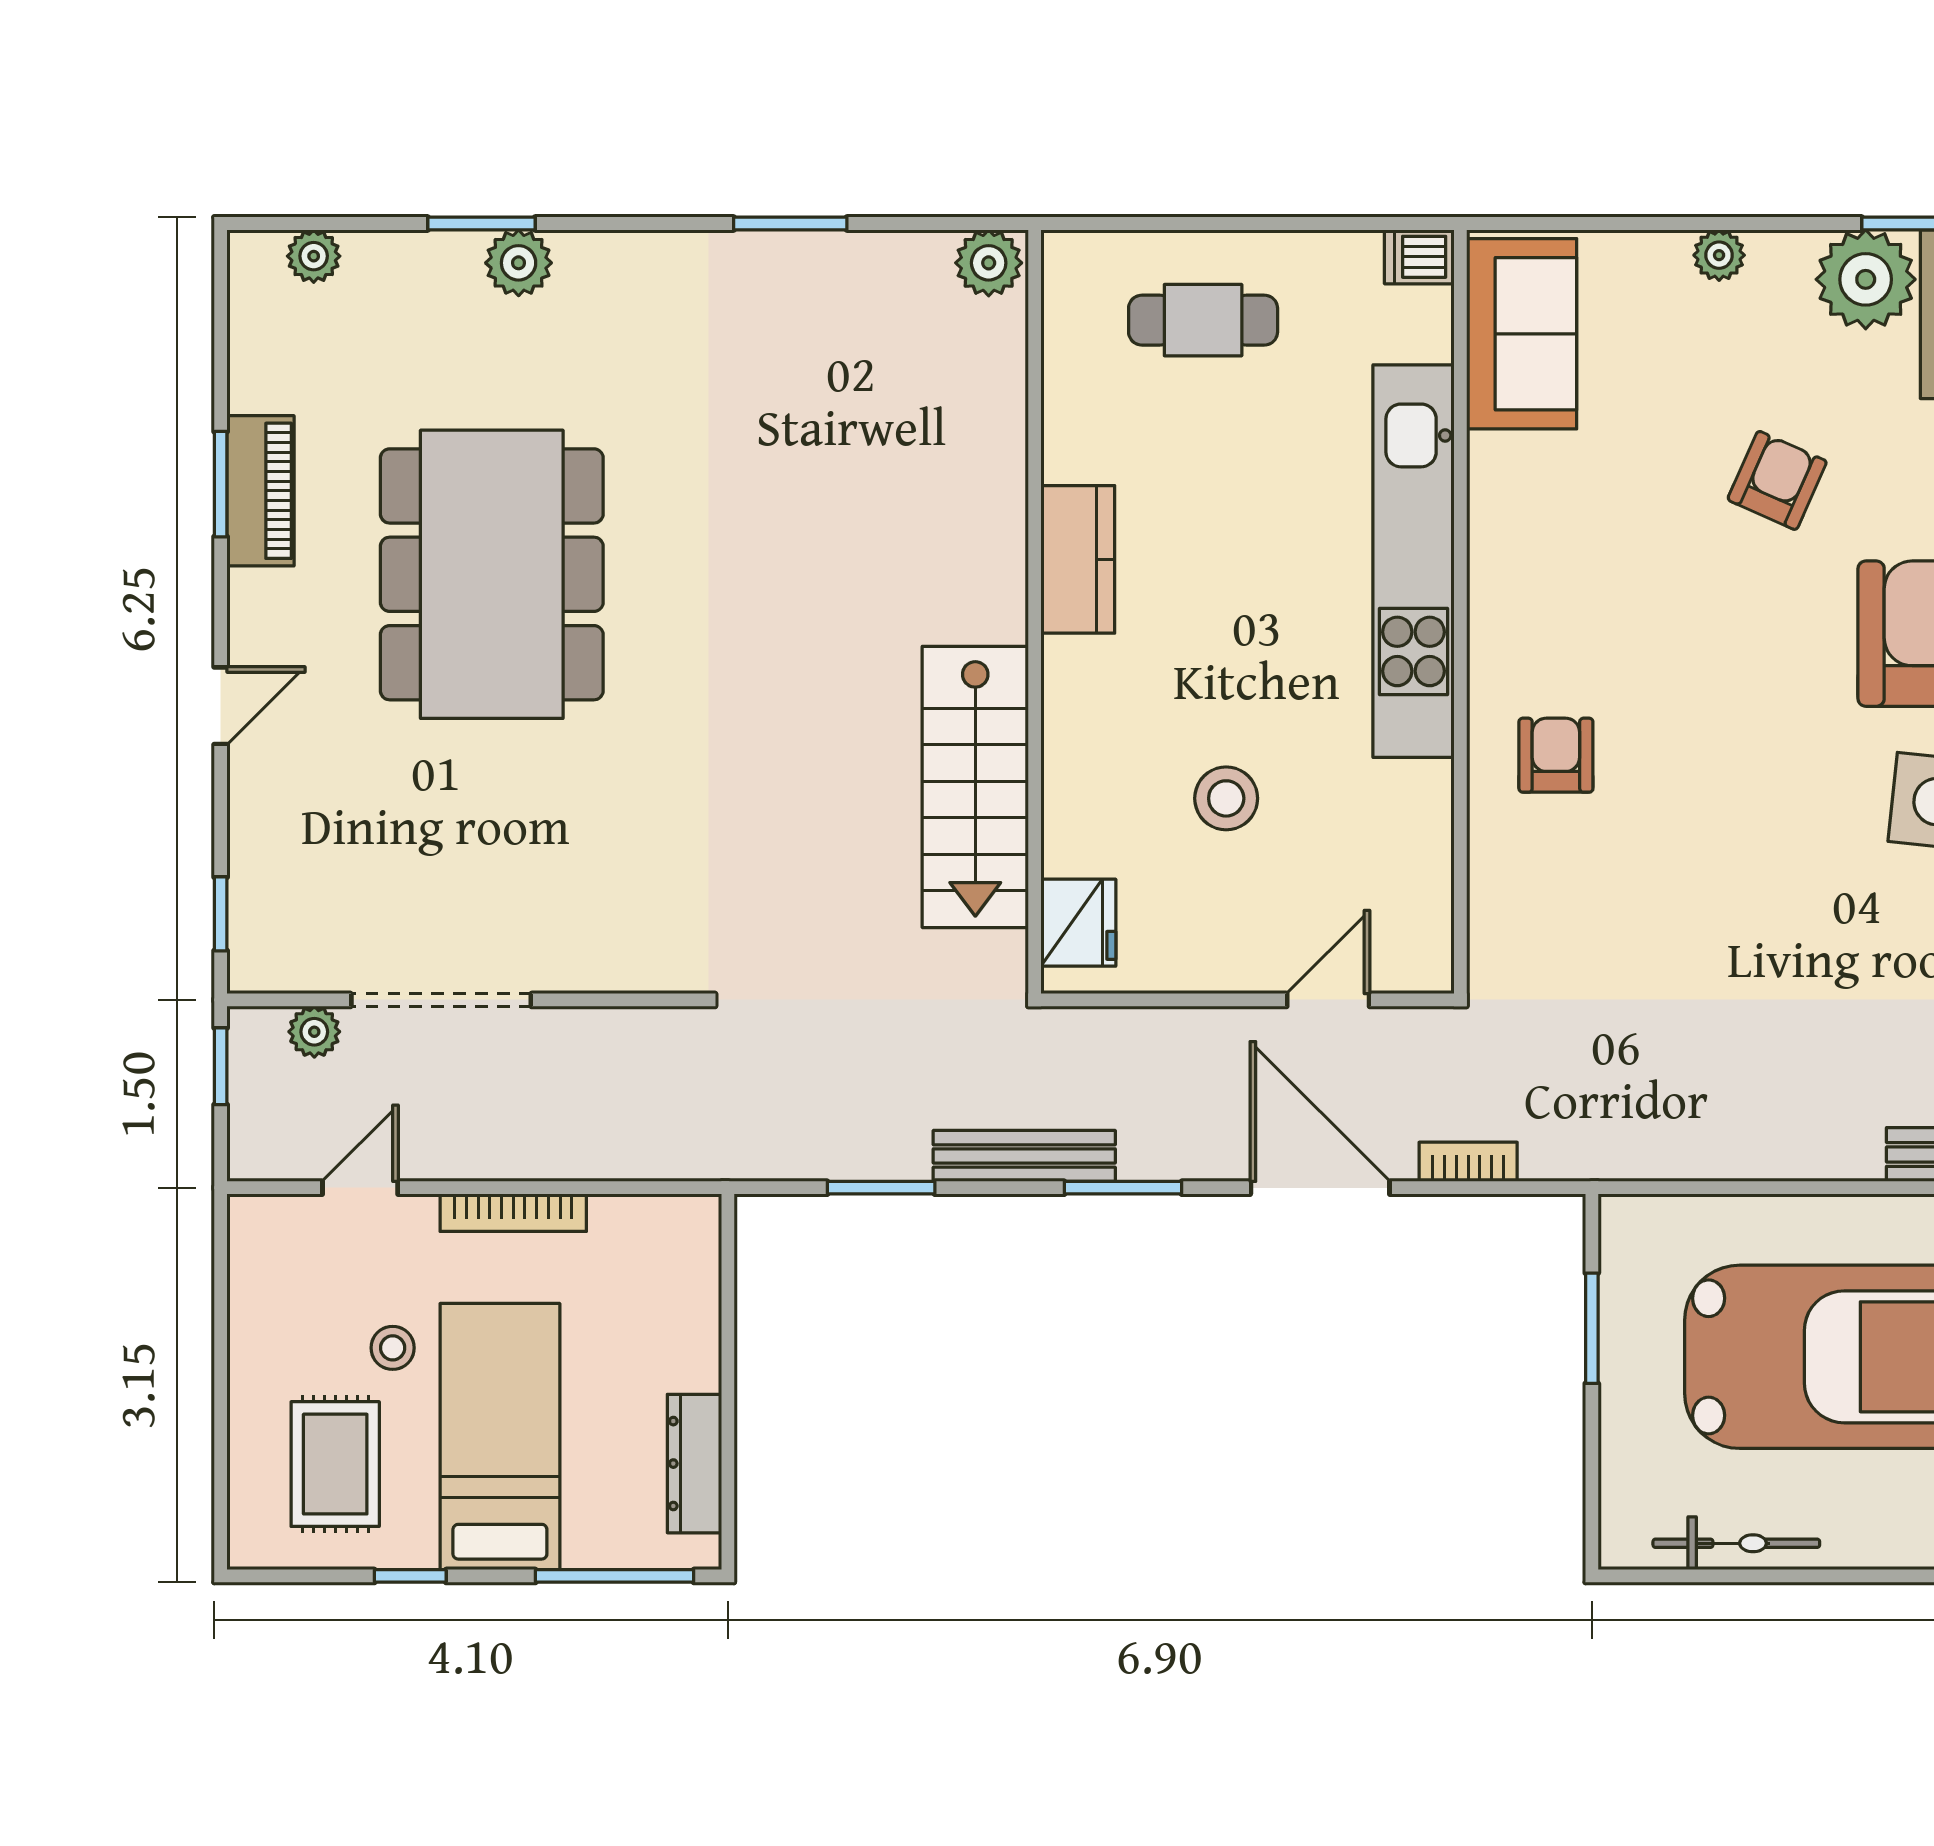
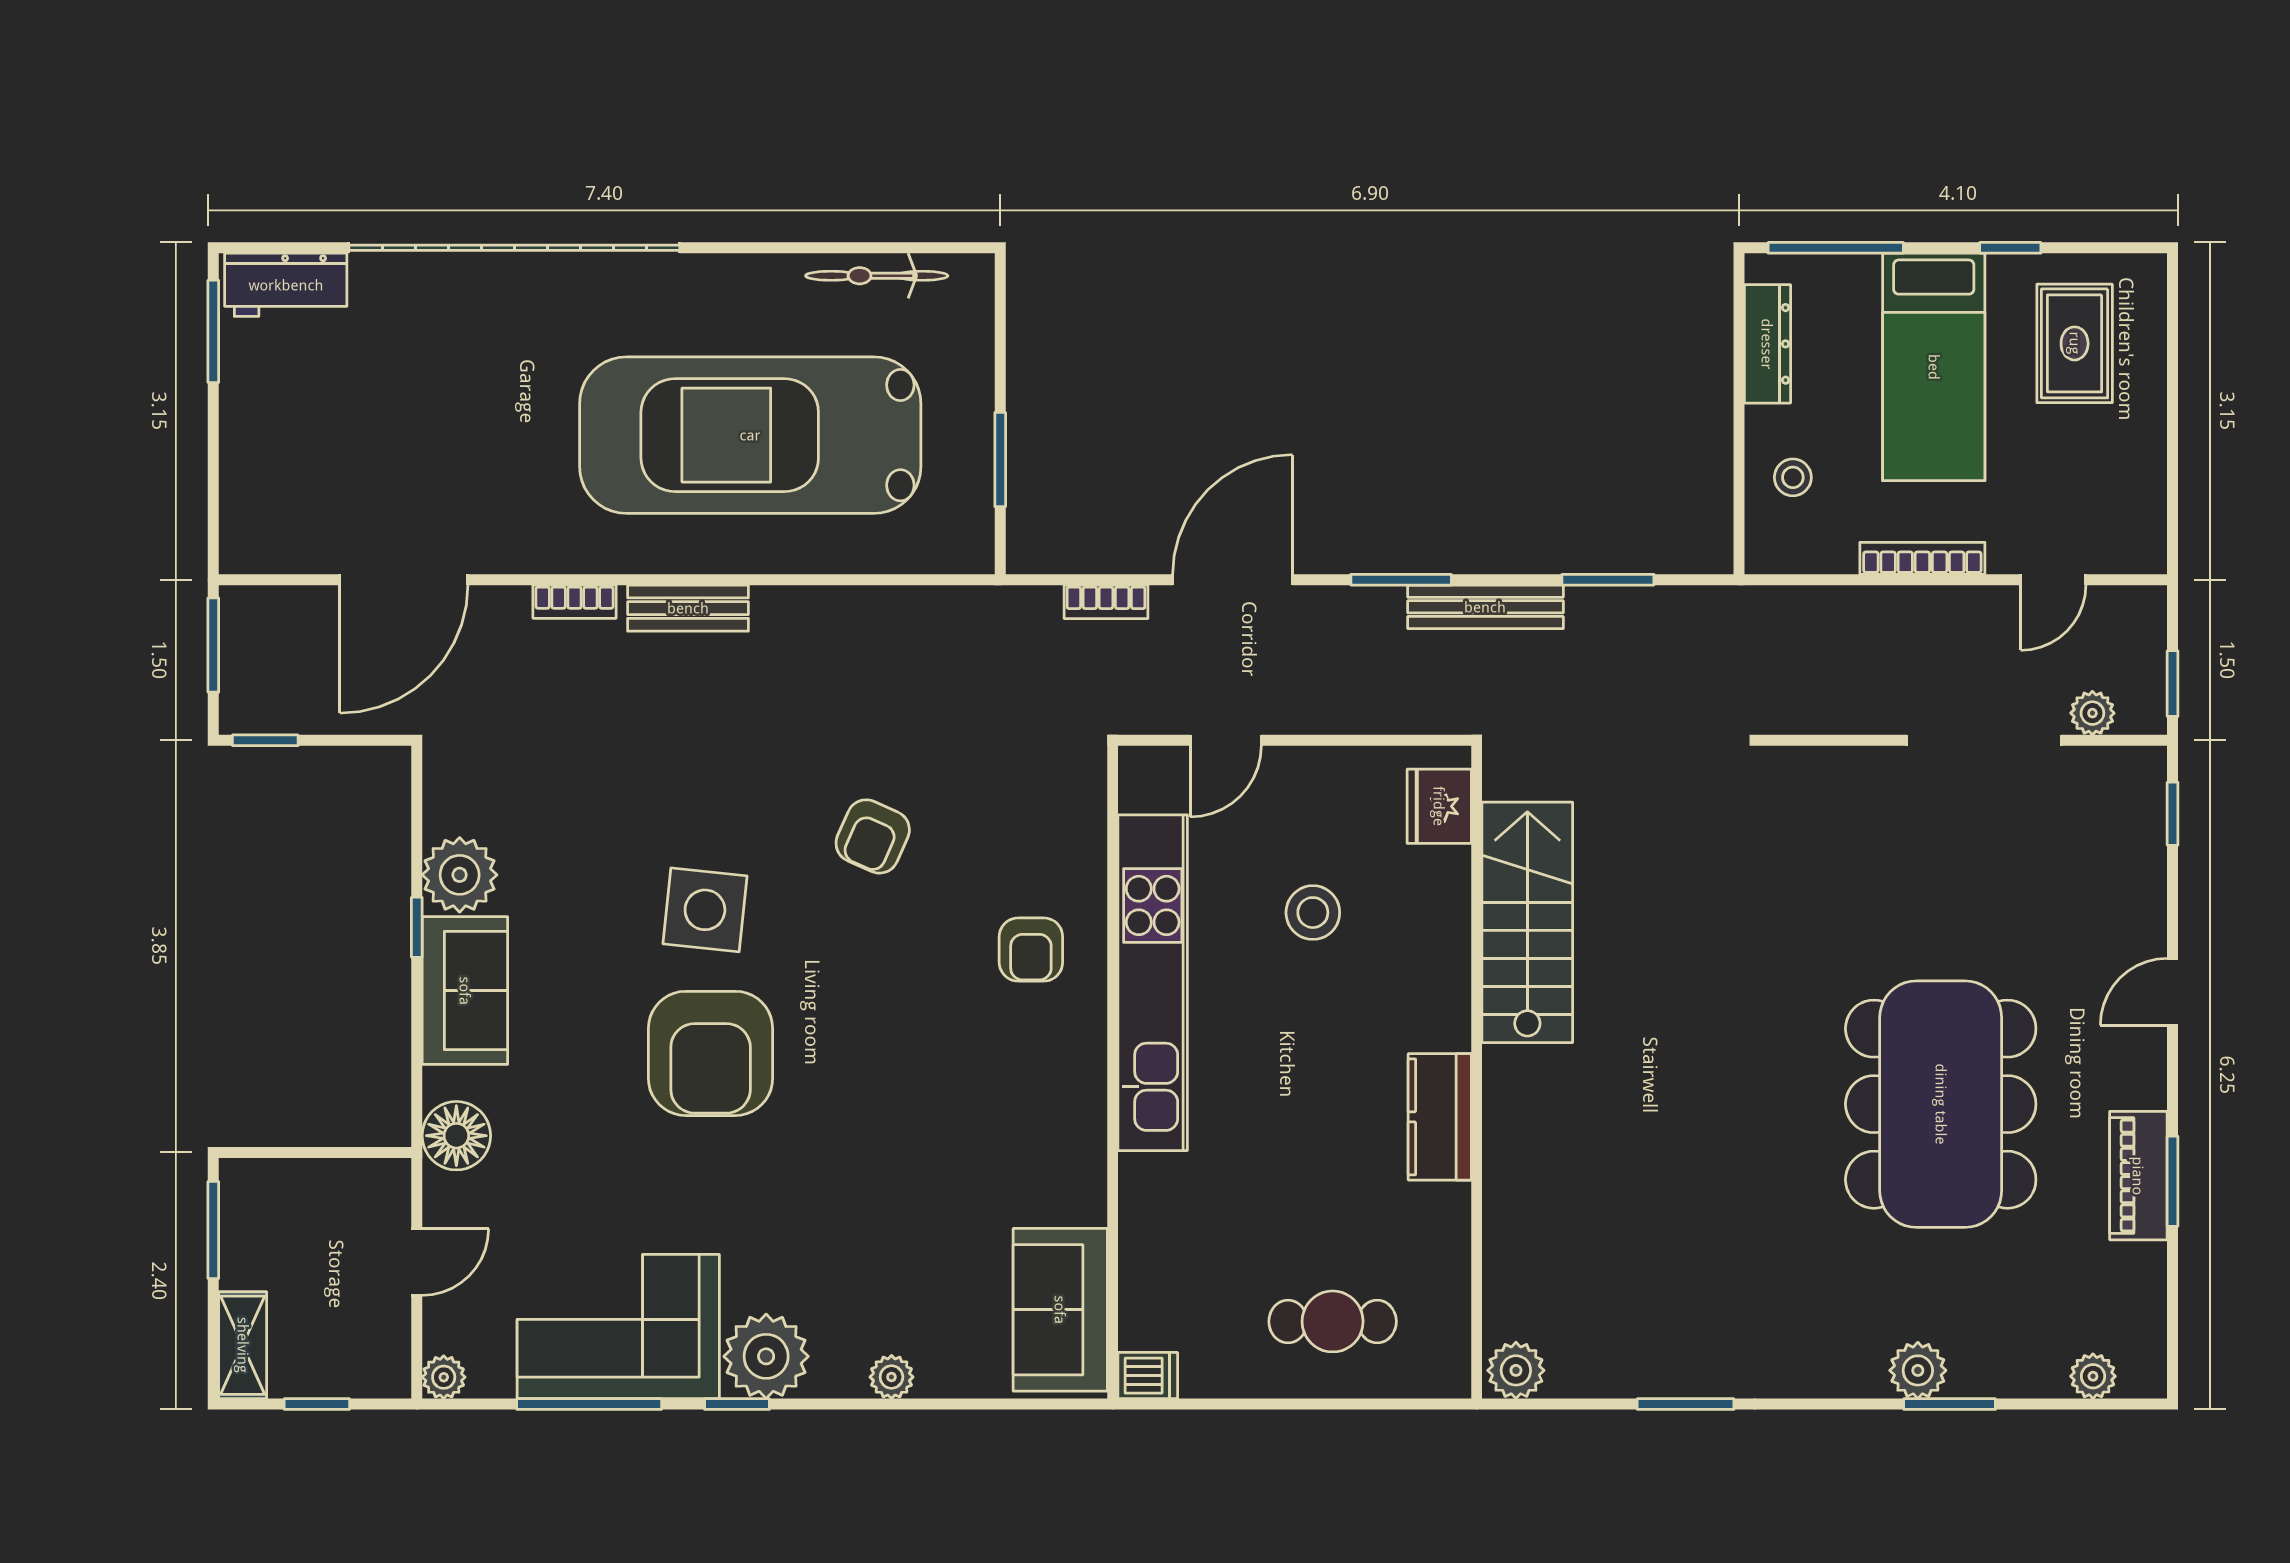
armchair: (1777, 480) -> (873, 836), moved
kitchen unit: (1413, 561) -> (1153, 983), moved
door: (1320, 1188) -> (1233, 580), swing flipped
stool: (393, 1348) -> (1793, 477), moved

